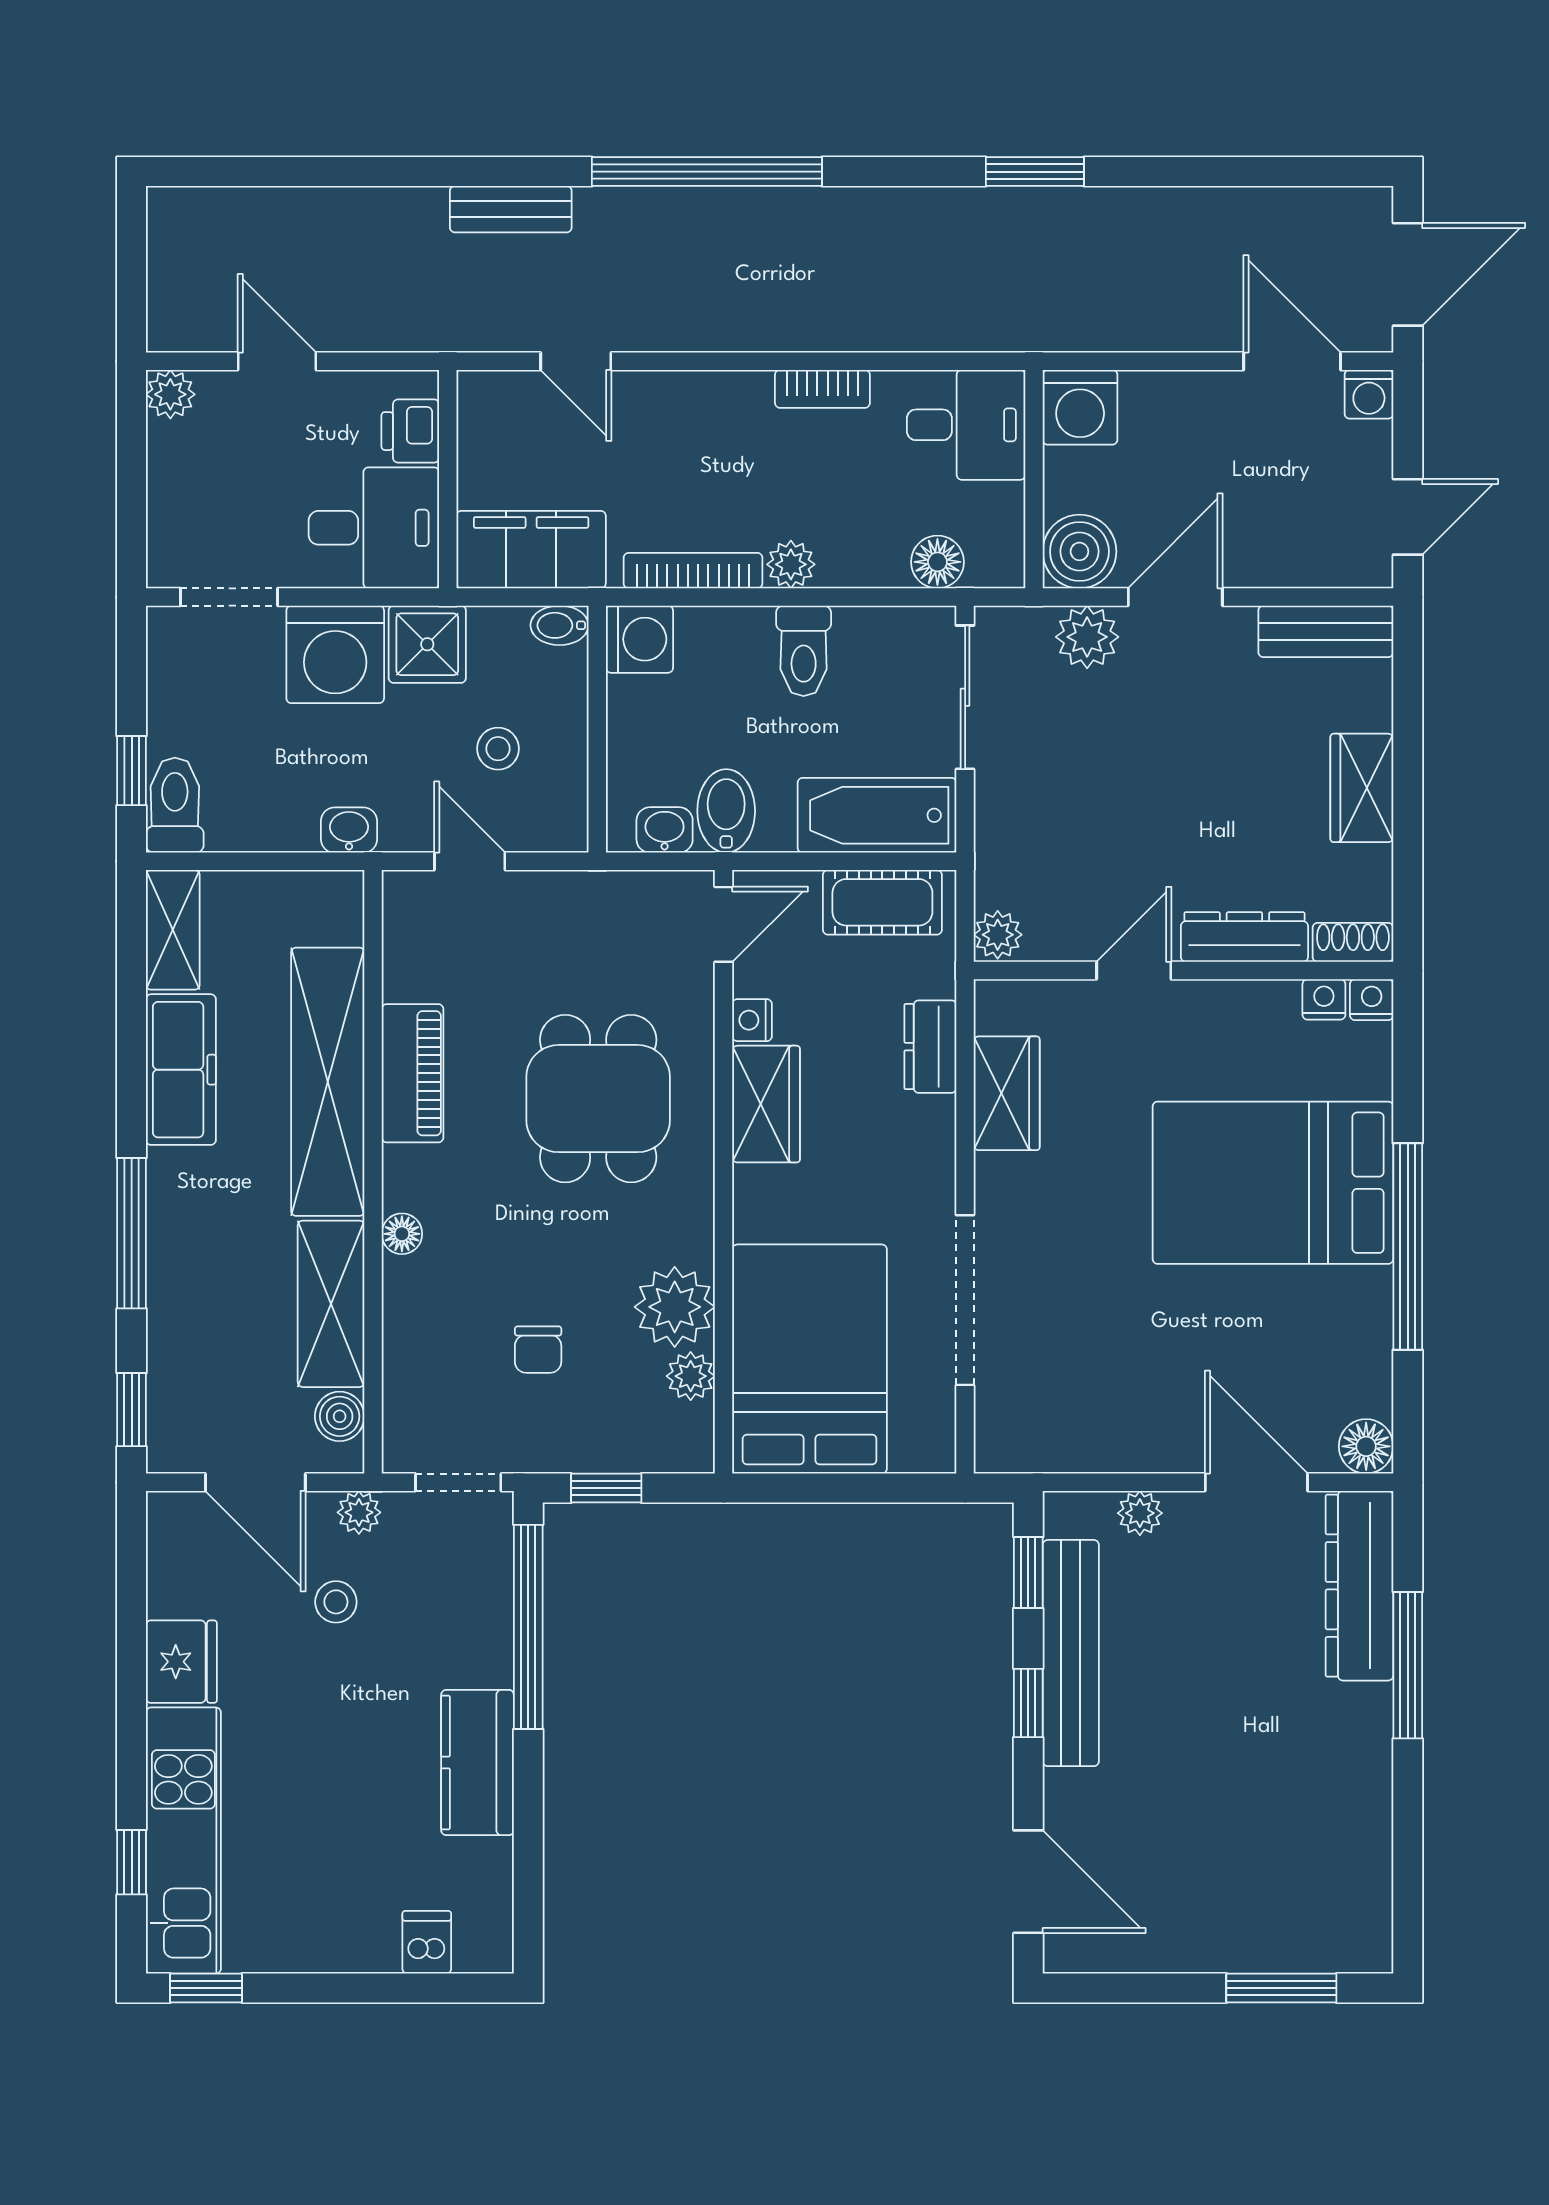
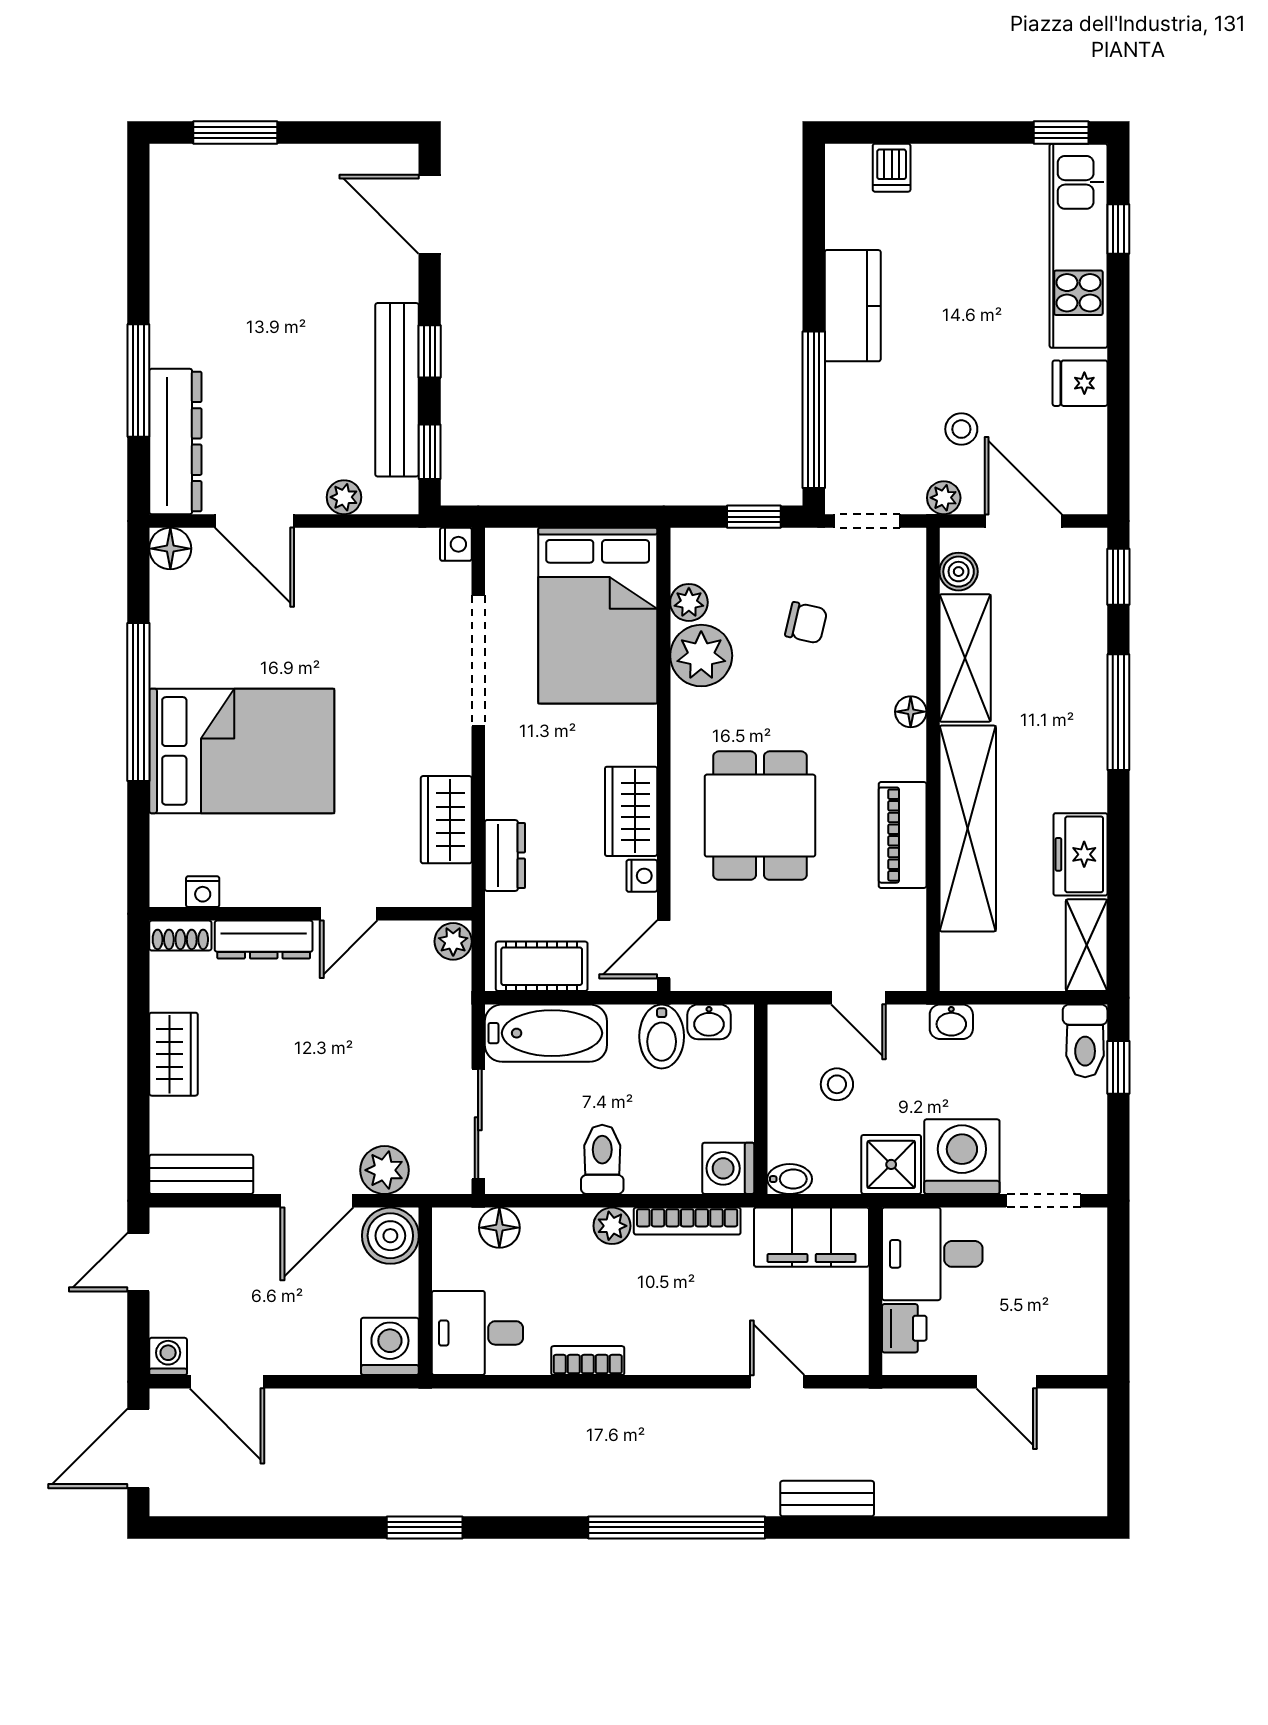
plant: (170, 394) -> (1089, 1356), removed
nightstand: (1372, 1000) -> (456, 544), moved, turned -90
freezer: (181, 1070) -> (1080, 854), width x0.71
chair: (538, 1350) -> (806, 623), turned 103
fridge: (181, 1662) -> (1080, 383), width x0.72

